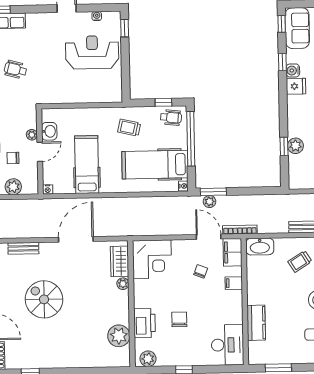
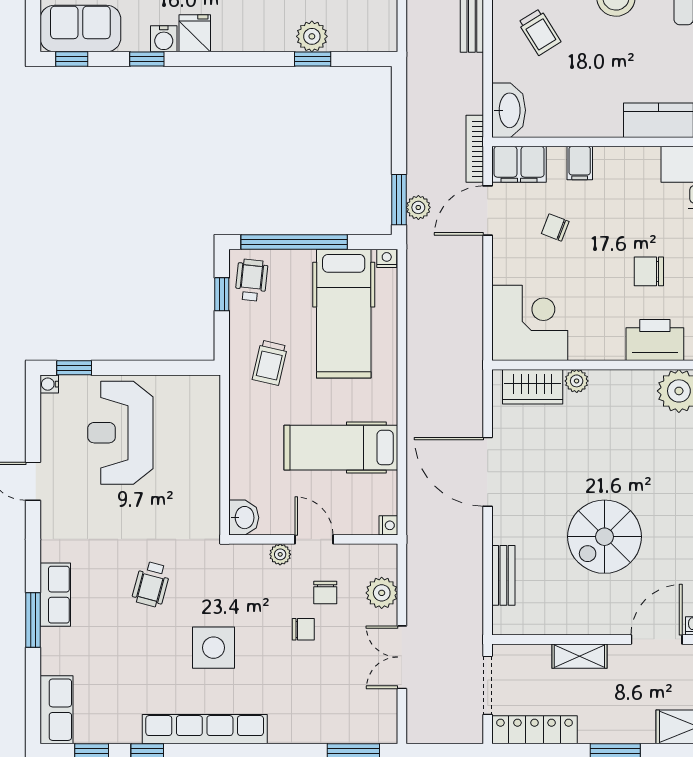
water cooler: (97, 16) -> (49, 384), moved
washbasin: (49, 131) -> (244, 518), moved, turned 90

